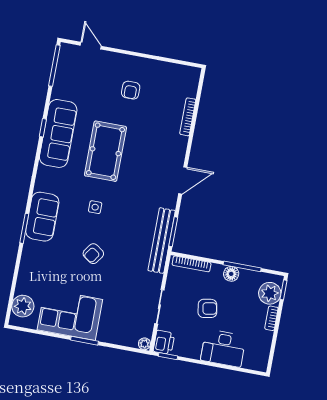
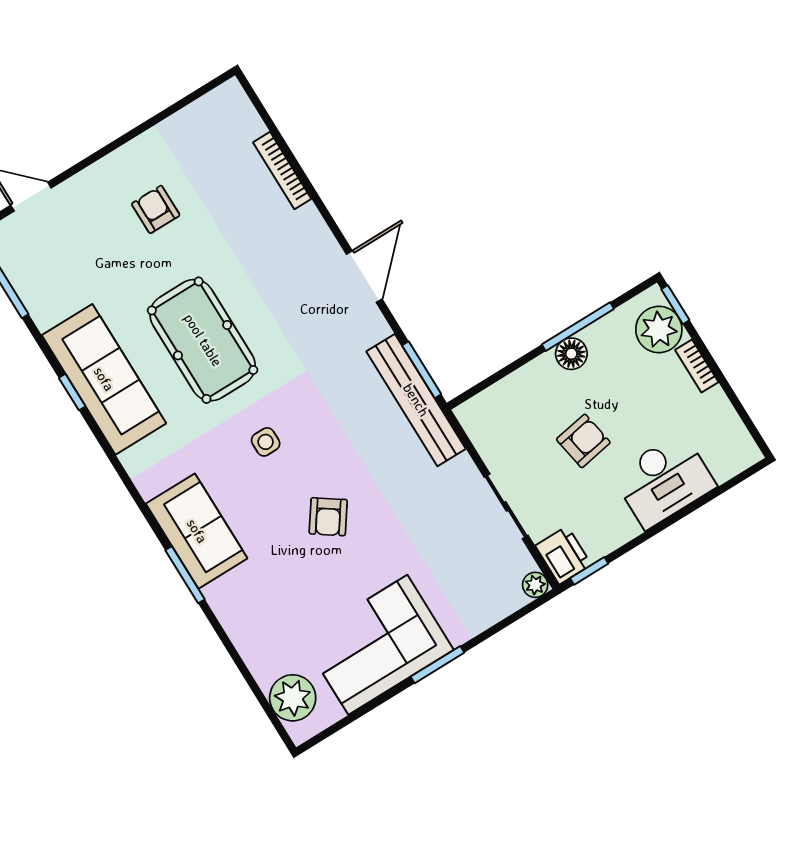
armchair: (131, 90) -> (156, 209), turned 180
bookcase: (192, 264) -> (496, 394), removed

